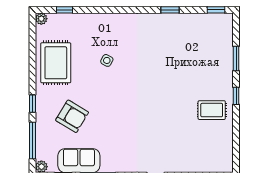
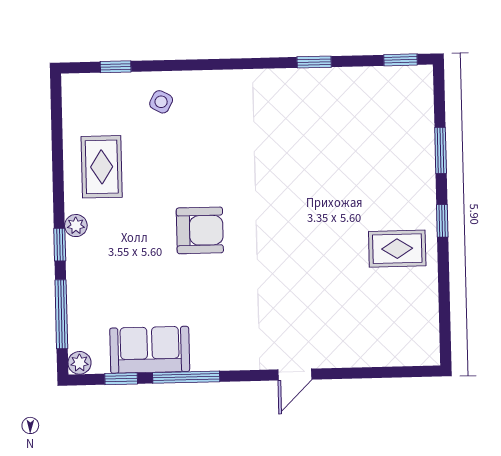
plant: (41, 19) -> (76, 226), moved
side table: (107, 60) -> (161, 102), moved
rug: (56, 63) -> (102, 167), width x0.73, depth x0.70
armchair: (72, 116) -> (200, 230), moved, turned -31

